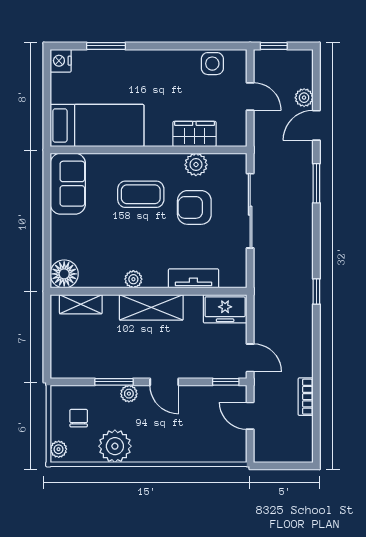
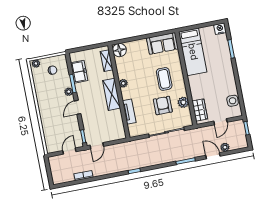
wardrobe: (194, 134) -> (200, 110), moved
freezer: (225, 309) -> (79, 72), moved, turned 180
plant: (115, 446) -> (43, 90), removed

